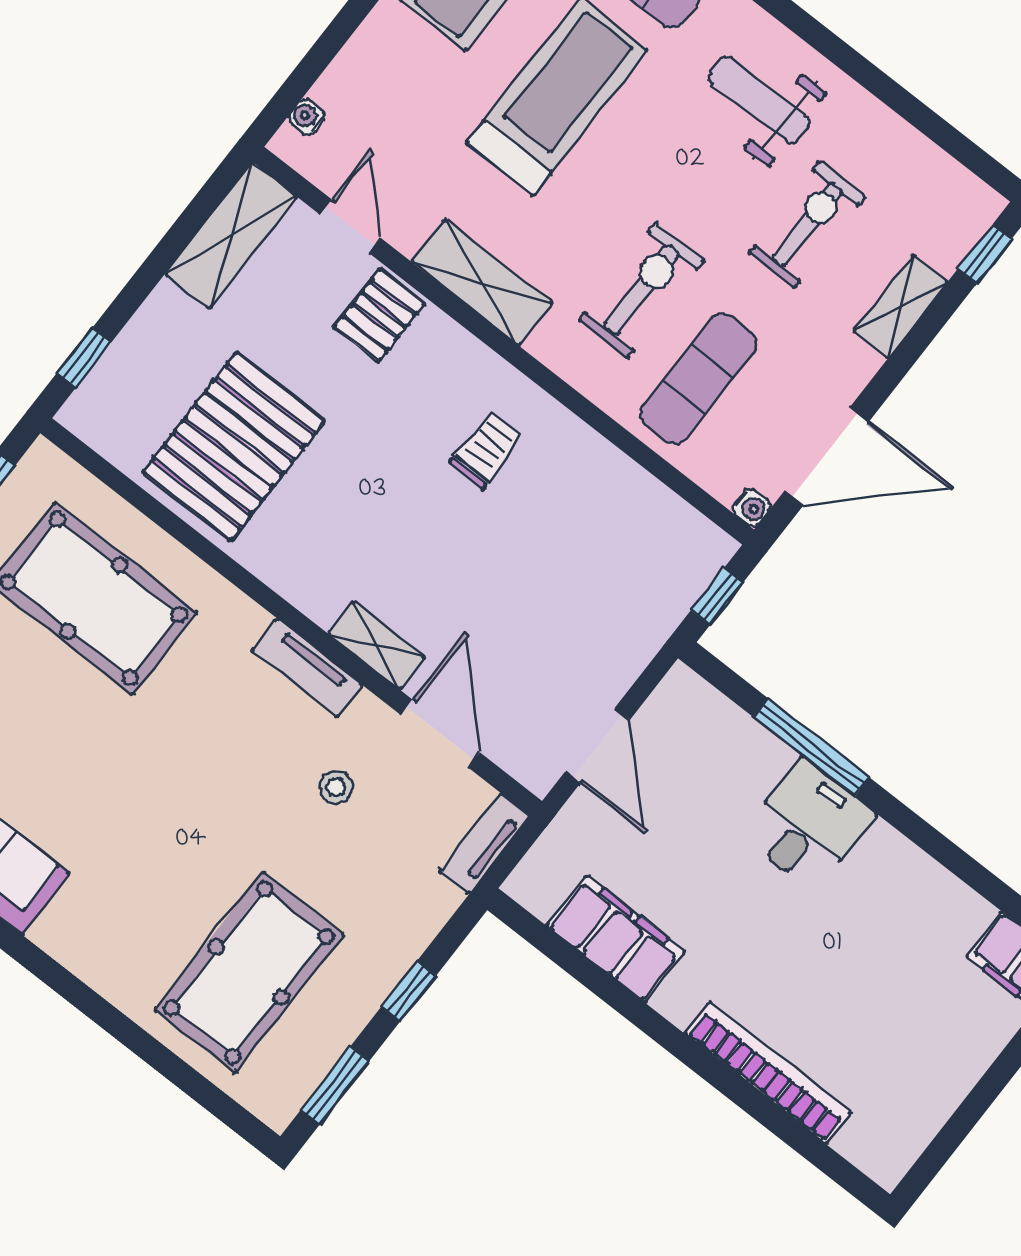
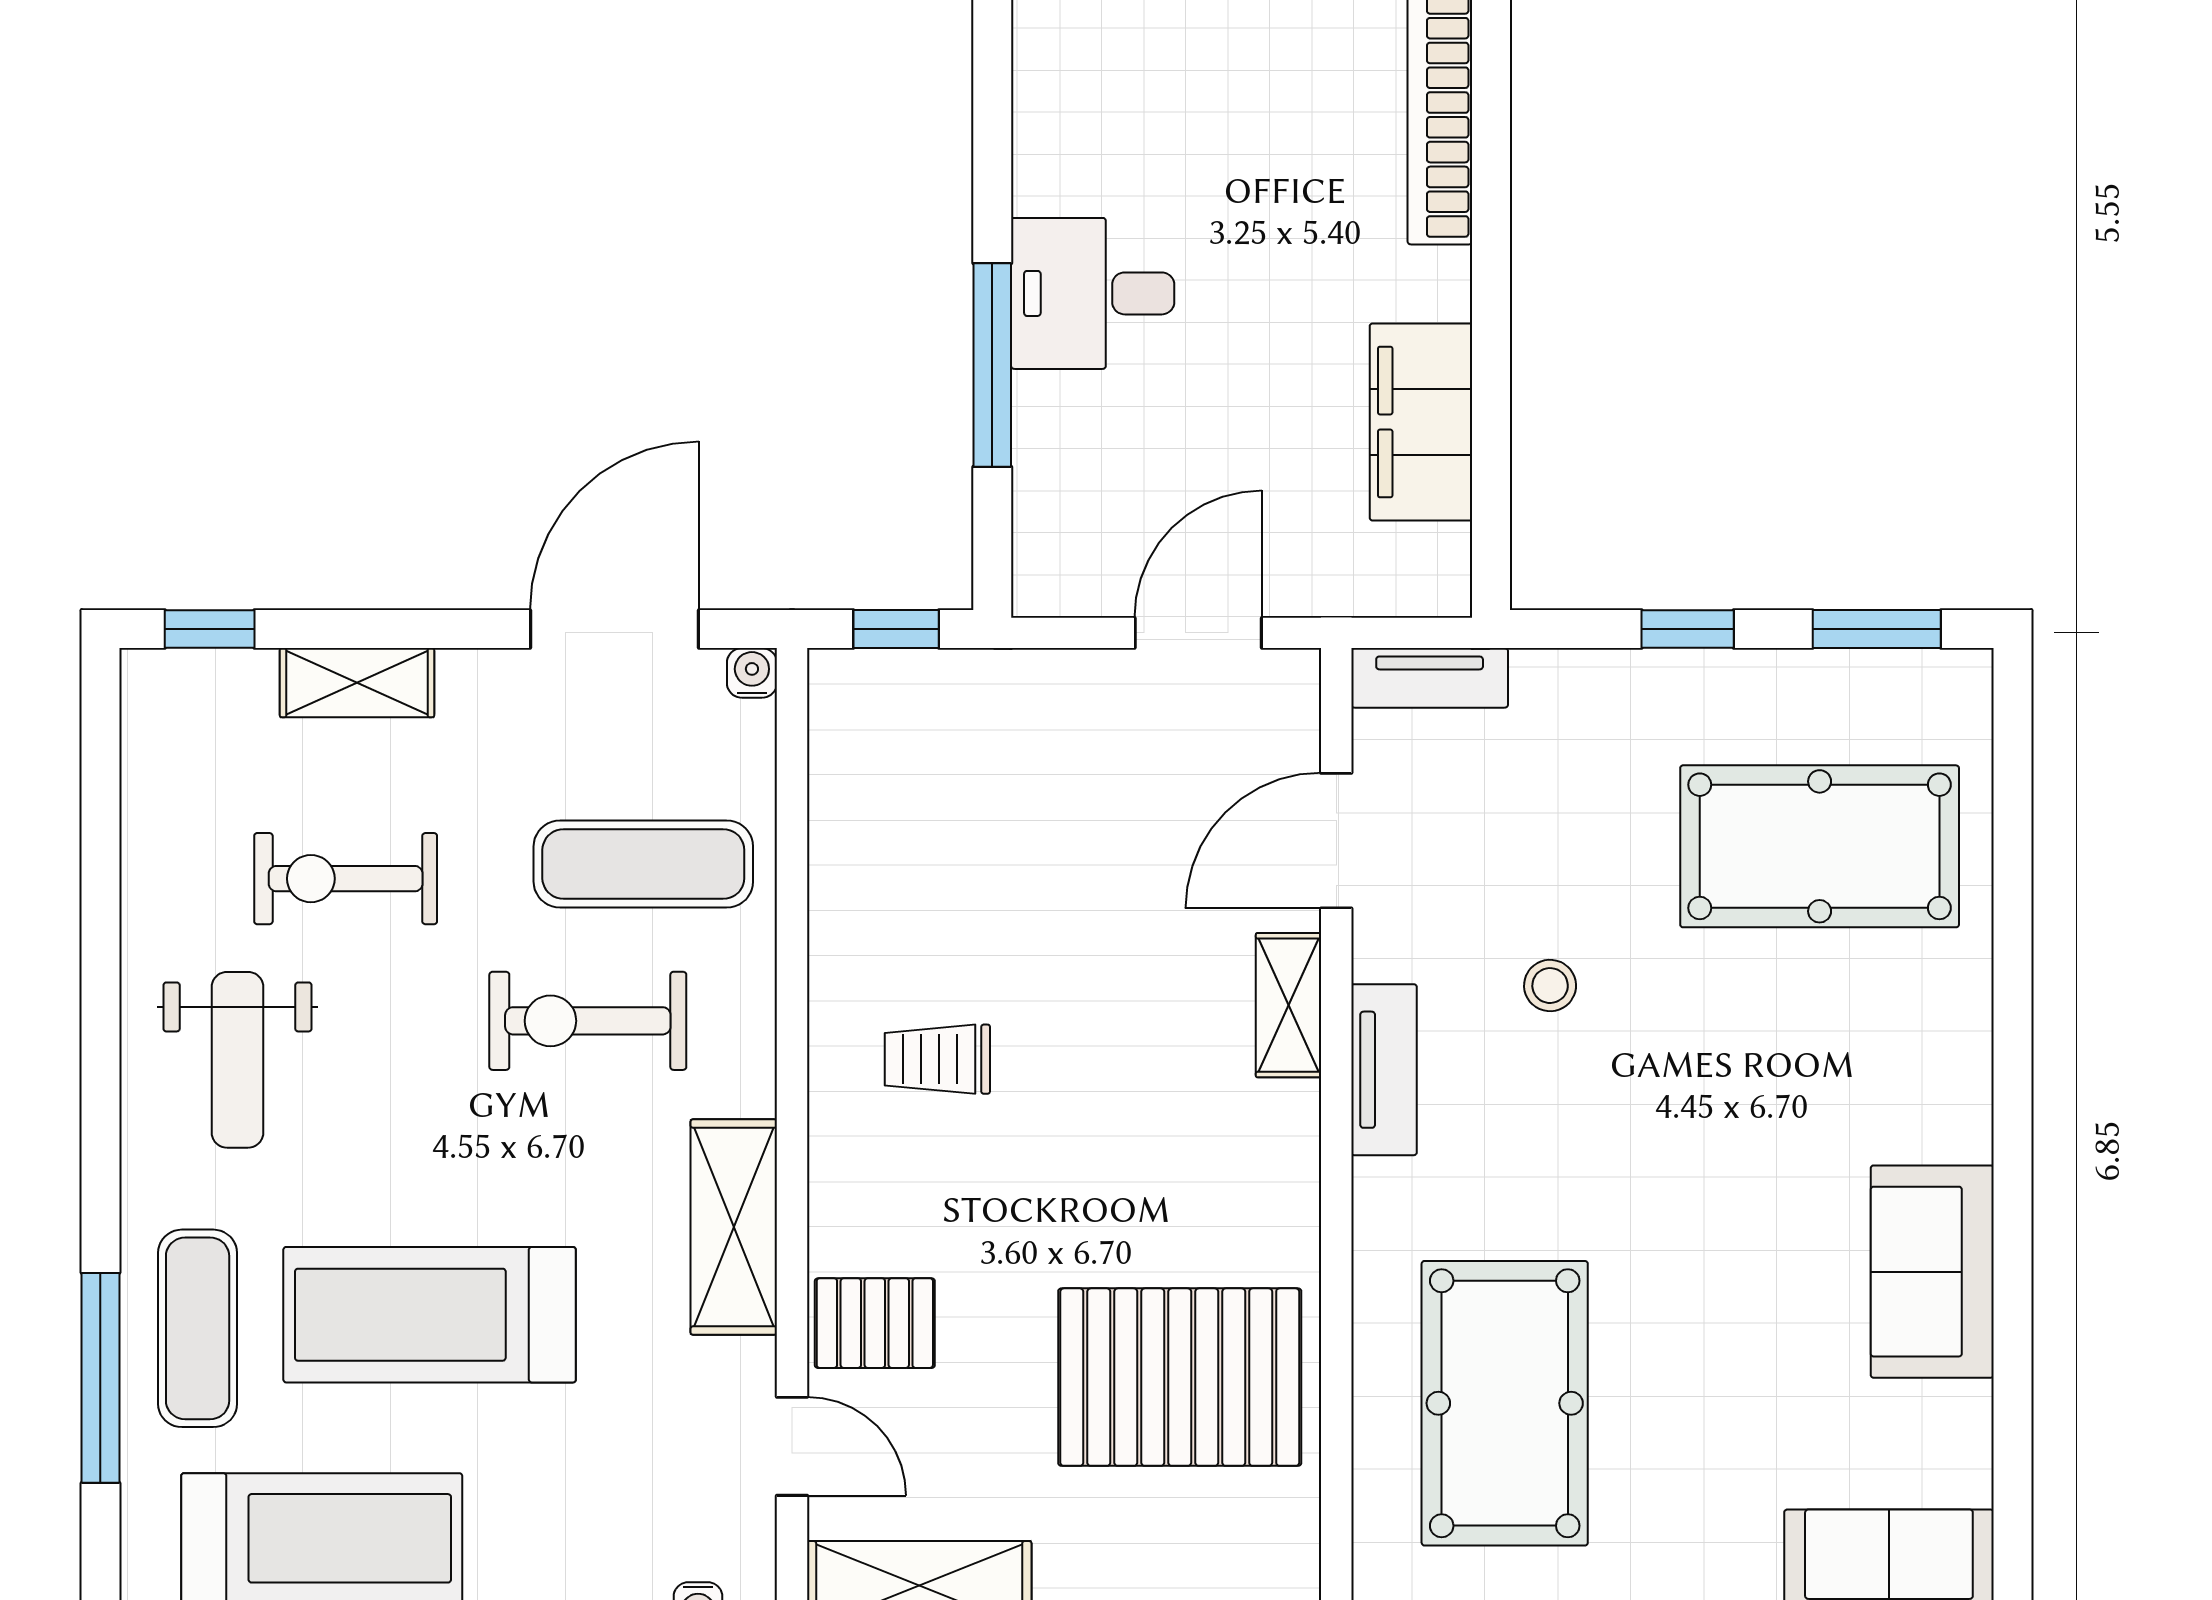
door: (350, 226) -> (792, 1446), swing flipped
door: (827, 456) -> (615, 629), hinge flipped
stool: (336, 787) -> (1550, 986), moved

